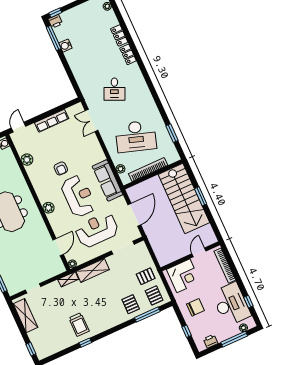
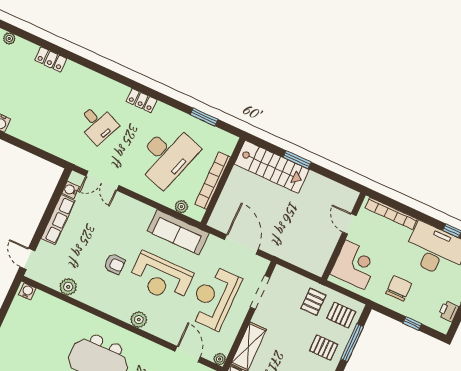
locker: (128, 54) -> (142, 101), moved
water cooler: (71, 111) -> (70, 190), added
reception desk: (78, 196) -> (161, 278), turned 180
stairs: (184, 198) -> (272, 167), width x0.73, depth x0.66

